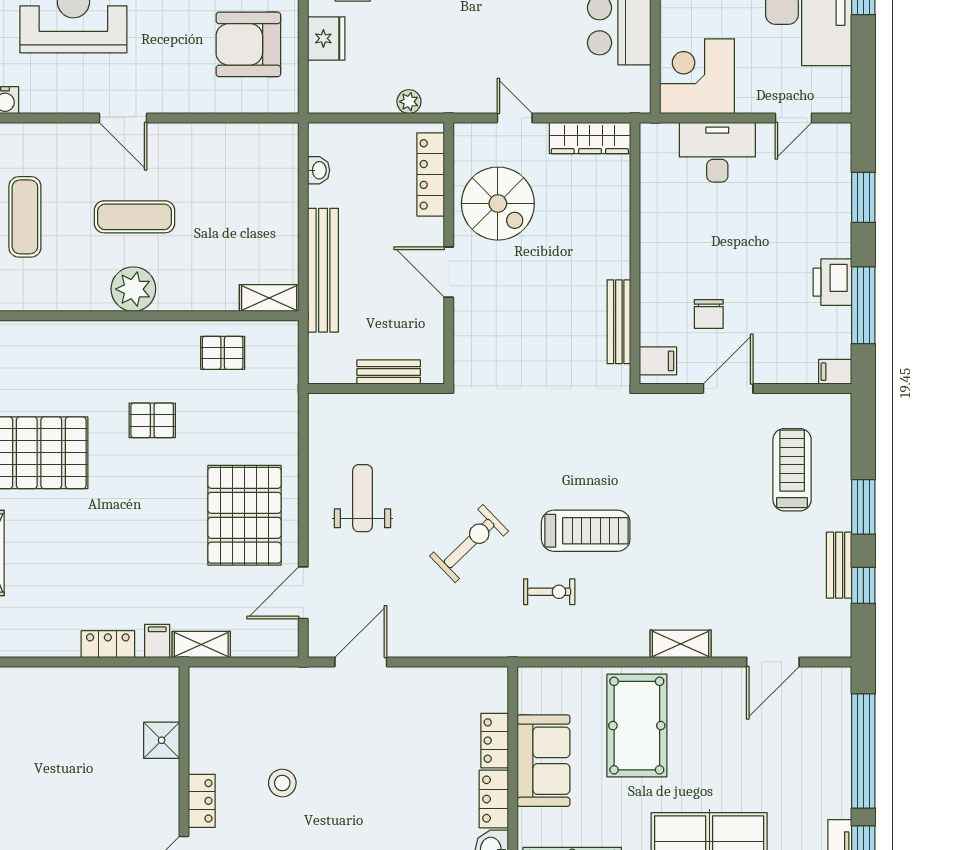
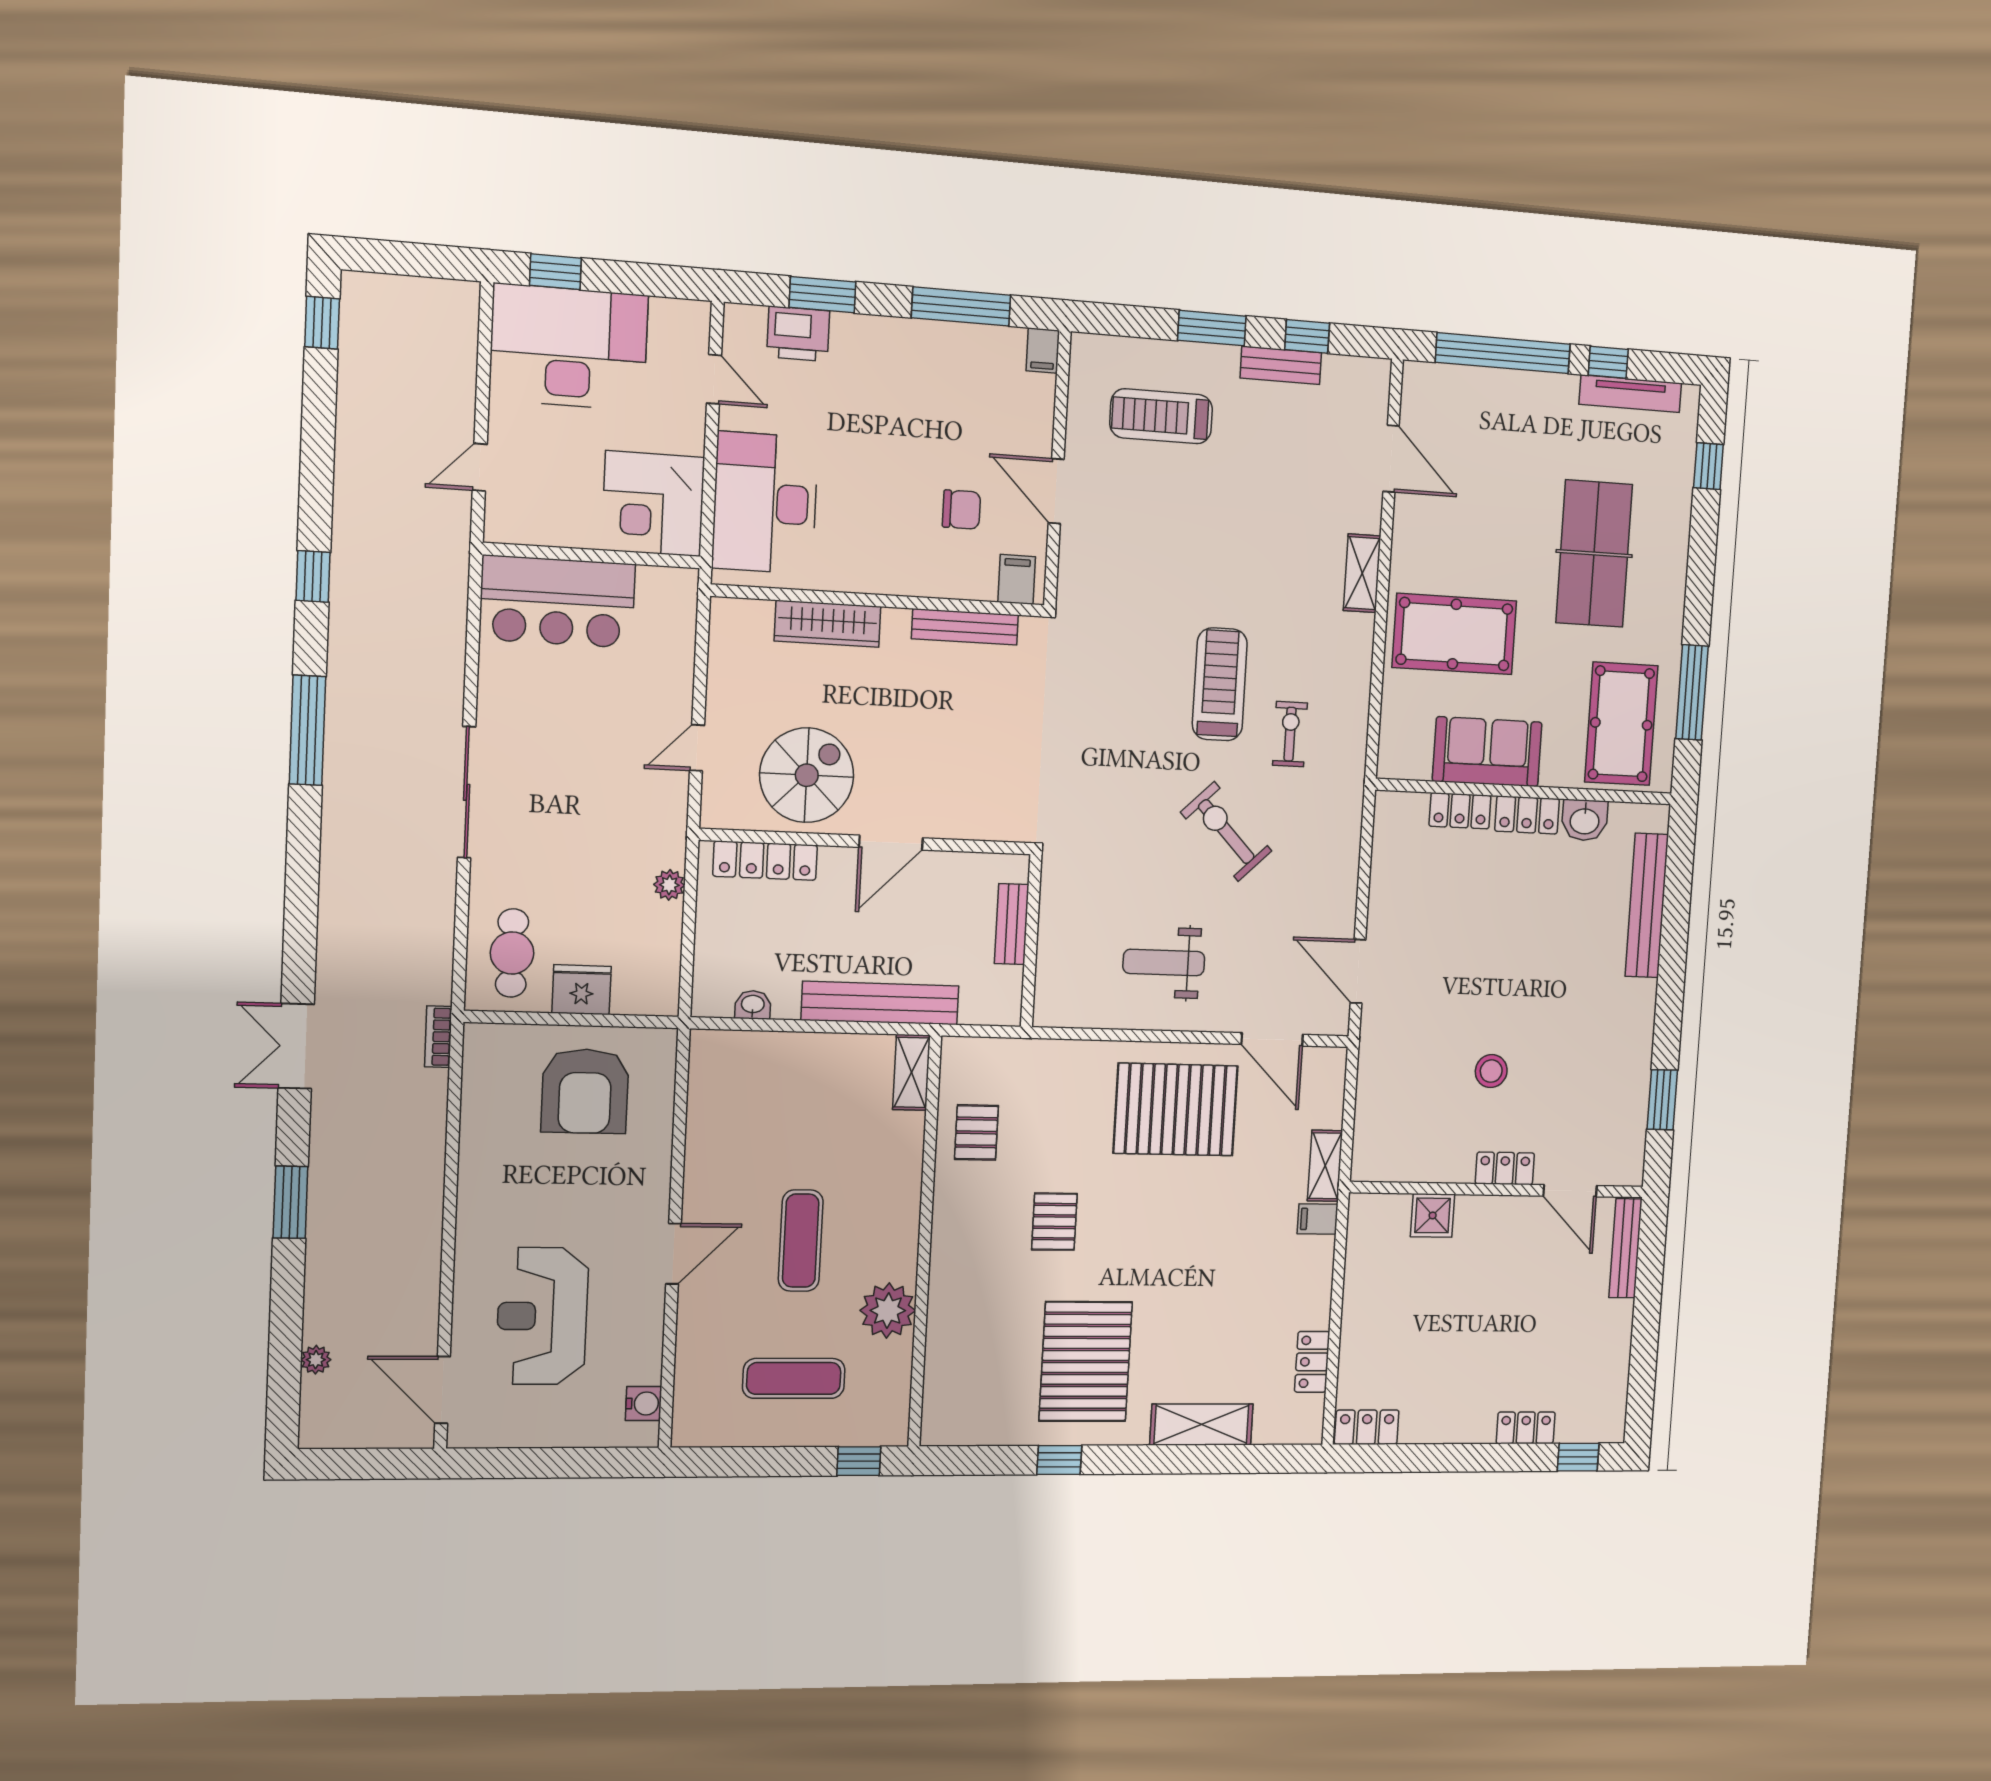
wardrobe: (590, 138) -> (828, 624), moved, turned 90
desk: (717, 152) -> (765, 503), width x1.36, depth x1.30
printer: (832, 282) -> (798, 334), moved
plant: (133, 289) -> (888, 1310), moved
locker: (108, 644) -> (1312, 1362), moved

